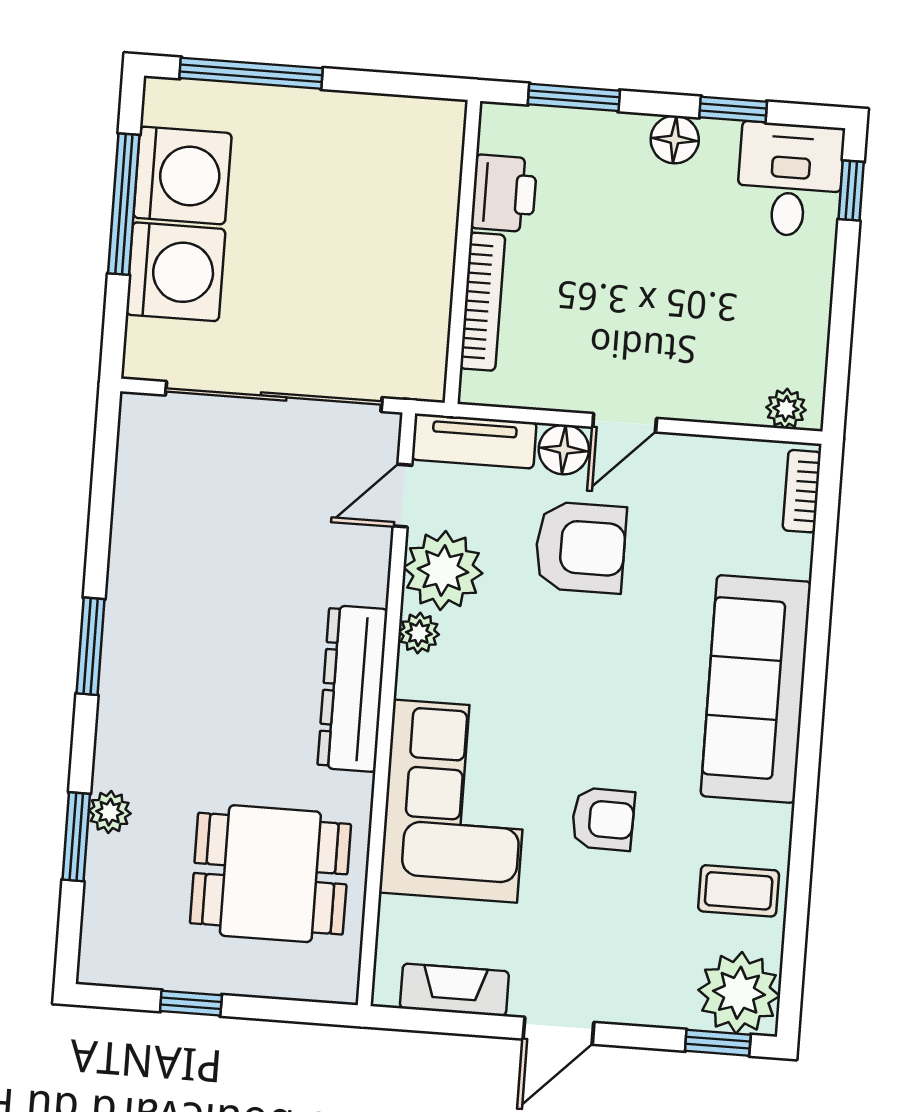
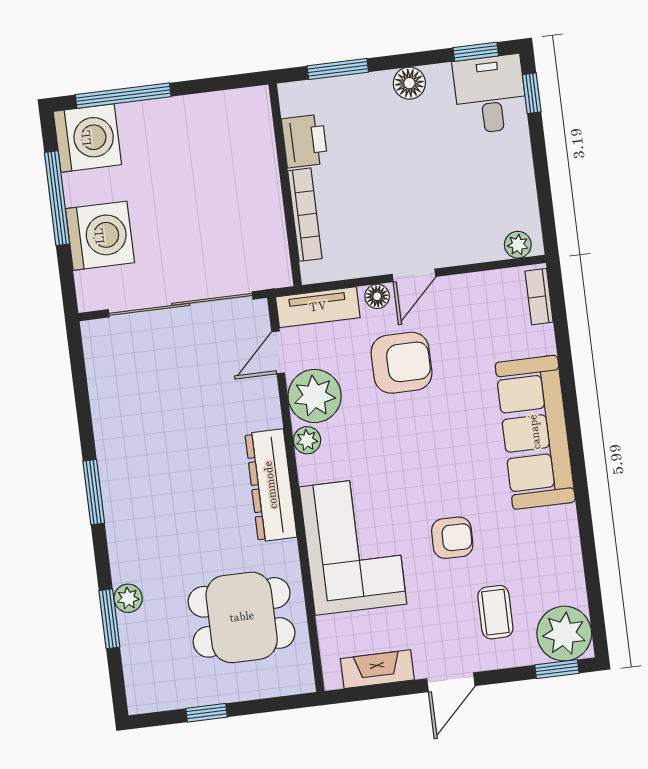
window: (733, 109) -> (476, 52), moved
washing machine: (182, 175) -> (87, 138), moved
floor lamp: (564, 450) -> (377, 296), width x0.73, depth x0.73
coffee table: (739, 891) -> (495, 612), moved, turned 90

